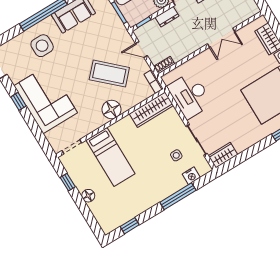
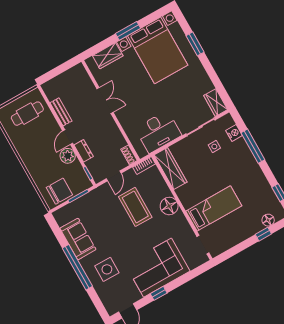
coffee table: (109, 74) -> (135, 207), turned -43
window: (68, 182) -> (263, 234), moved
floor lamp: (88, 196) -> (268, 220), moved

